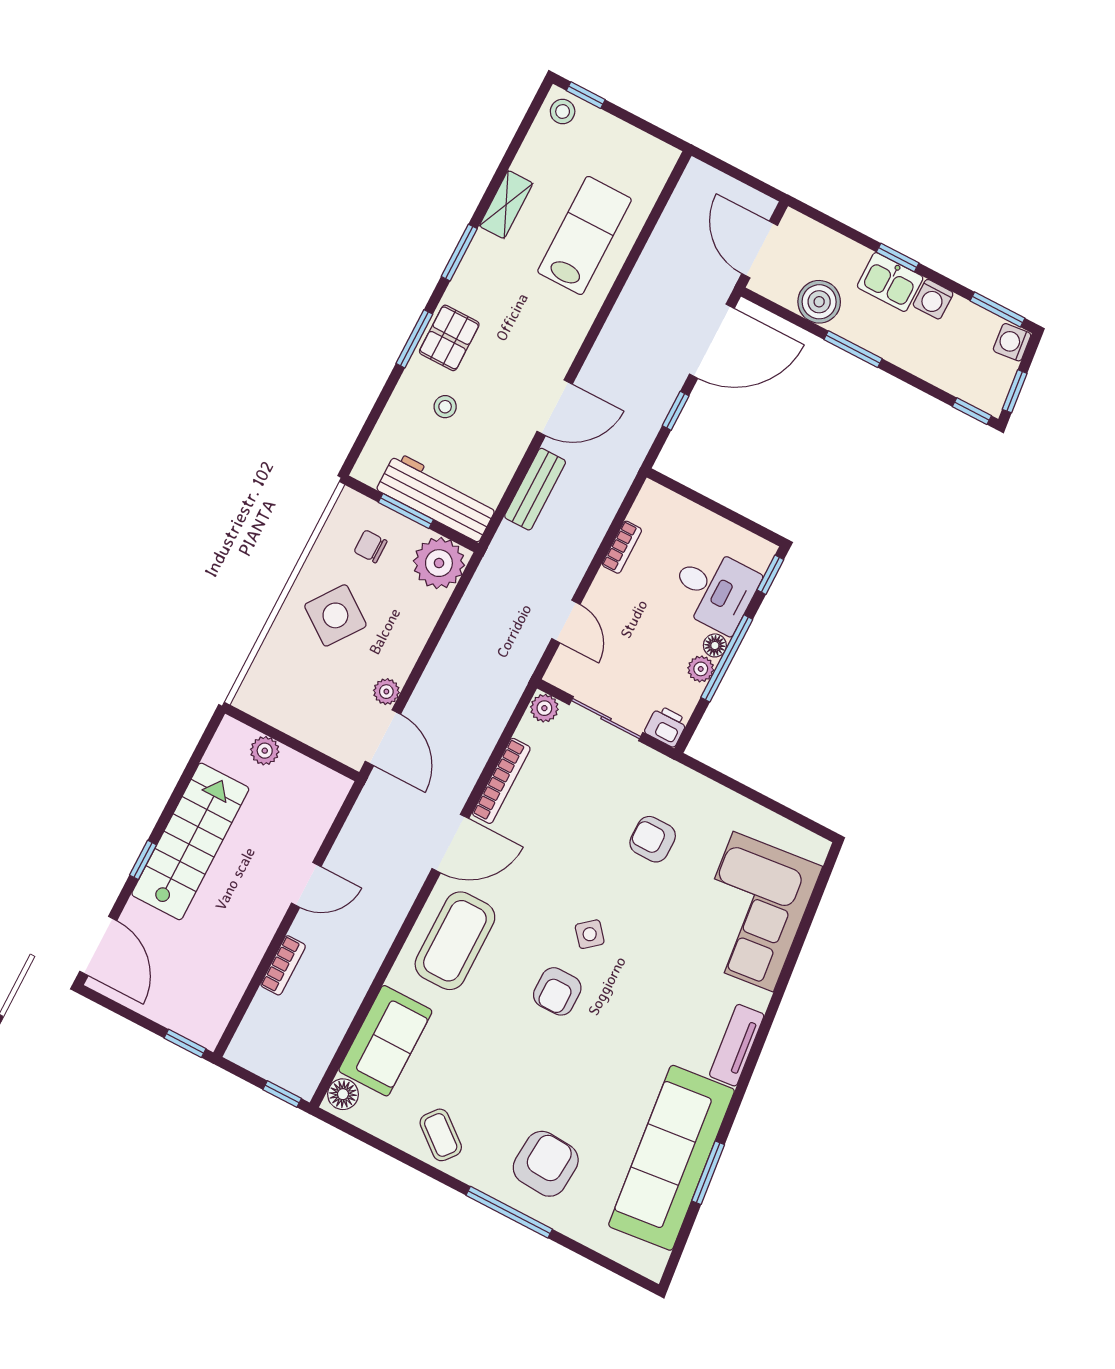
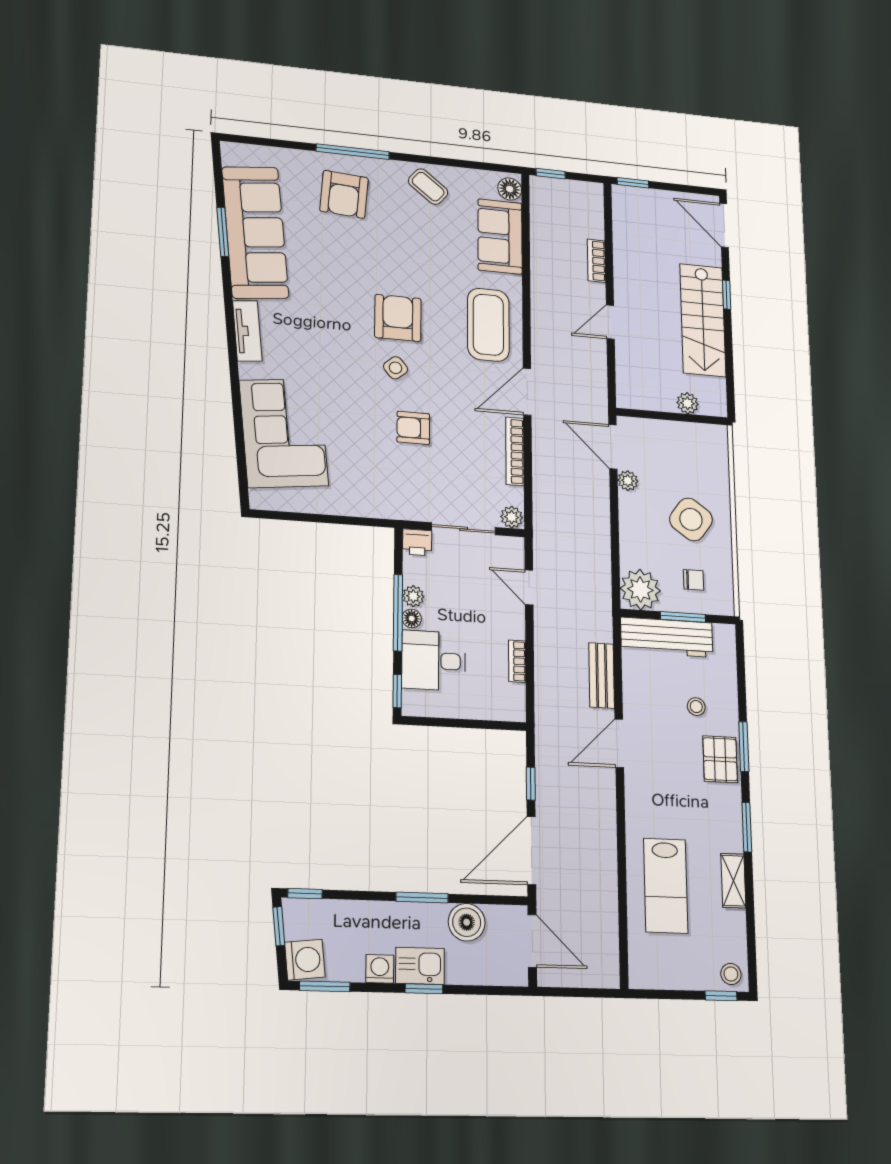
washing machine: (1012, 342) -> (305, 960), width x1.38, depth x1.38
armchair: (653, 839) -> (413, 428), moved, turned 180
armchair: (557, 991) -> (398, 318), width x1.38, depth x1.38

